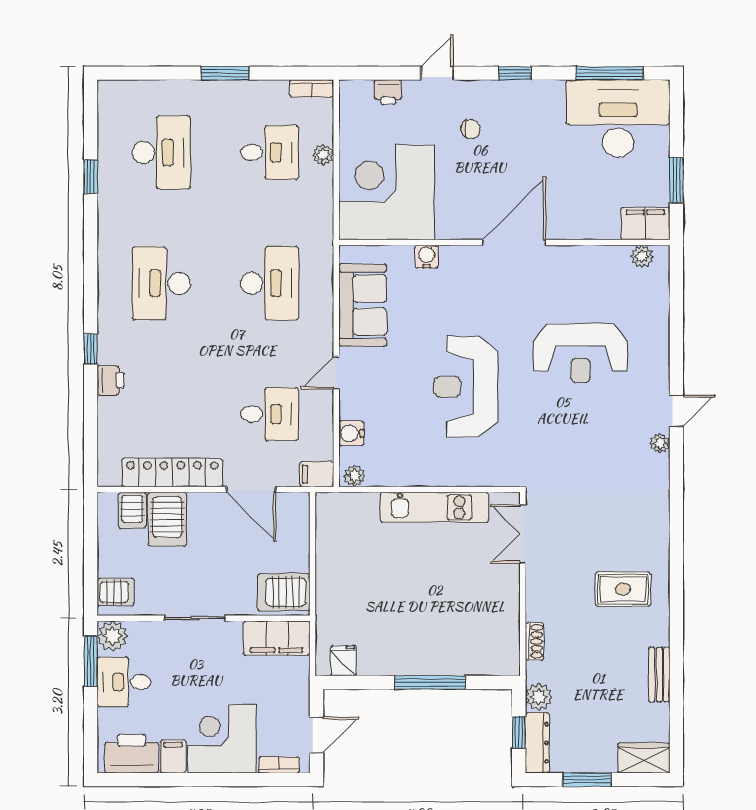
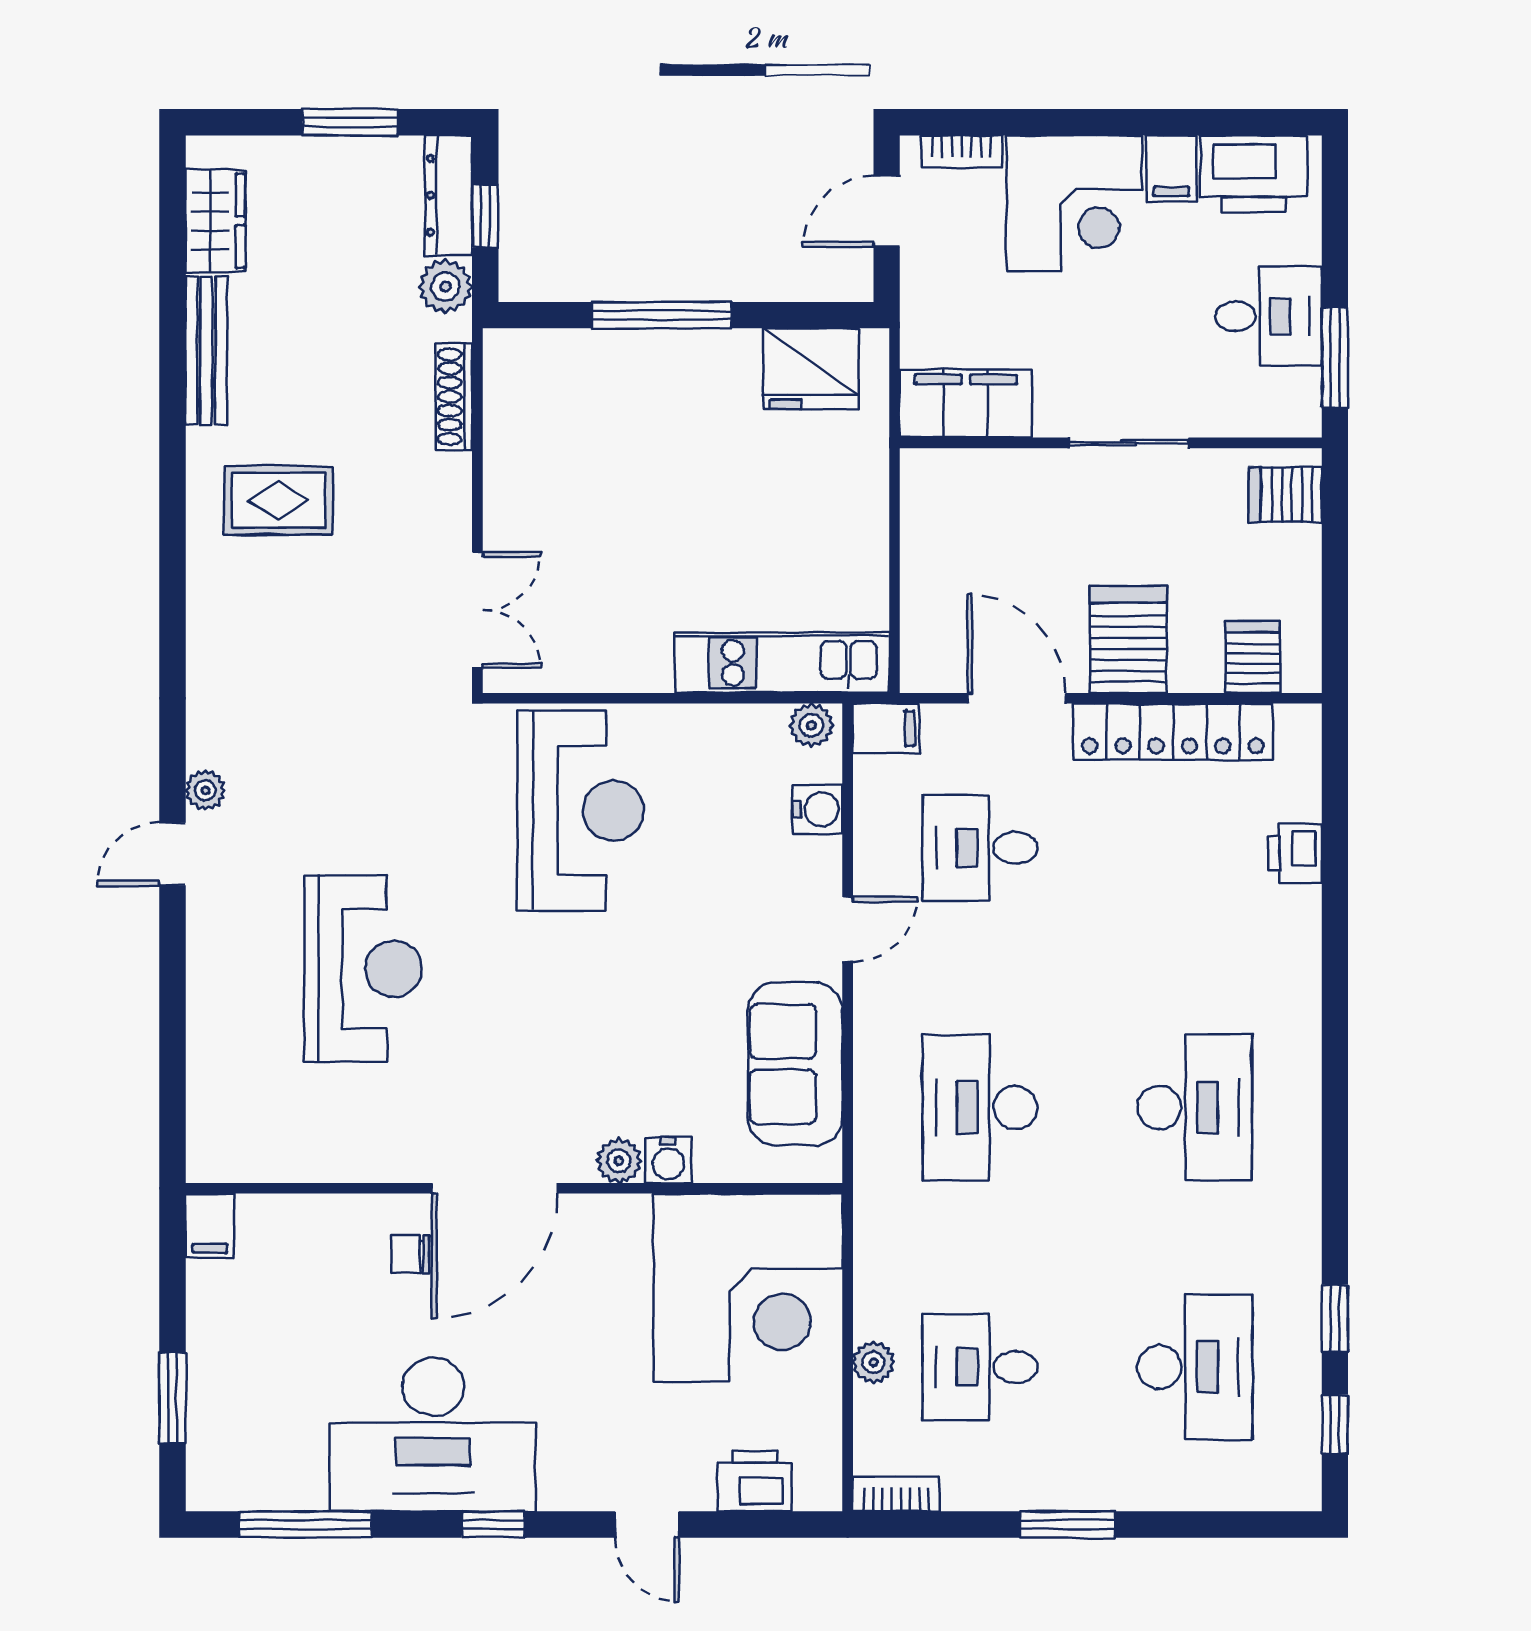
door: (437, 73) -> (647, 1524), hinge flipped
printer: (388, 92) -> (755, 1481), width x1.36, depth x1.24
desk: (618, 118) -> (433, 1435), moved
chair: (471, 129) -> (410, 1254), moved
desk: (161, 152) -> (1195, 1367), turned 180
window: (676, 180) -> (172, 1398), moved
filing cabinet: (645, 224) -> (210, 1226), width x0.50
plant: (642, 256) -> (619, 1161), moved
window: (91, 349) -> (1335, 1424), moved
reception desk: (580, 353) -> (363, 969), turned 90
printer: (111, 380) -> (1295, 854), moved
reception desk: (466, 387) -> (581, 811), moved
kitchen unit: (434, 507) -> (782, 663), moved
server rack: (167, 519) -> (1128, 639), moved
server rack: (284, 592) -> (952, 494), removed
plant: (112, 636) -> (1292, 407), removed
shoe rack: (535, 641) -> (454, 397), width x1.43
fridge: (344, 661) -> (811, 369), width x1.88, depth x1.34
bench: (659, 675) -> (206, 351), width x1.36
wardrobe: (644, 758) -> (215, 221), moved, turned -90

